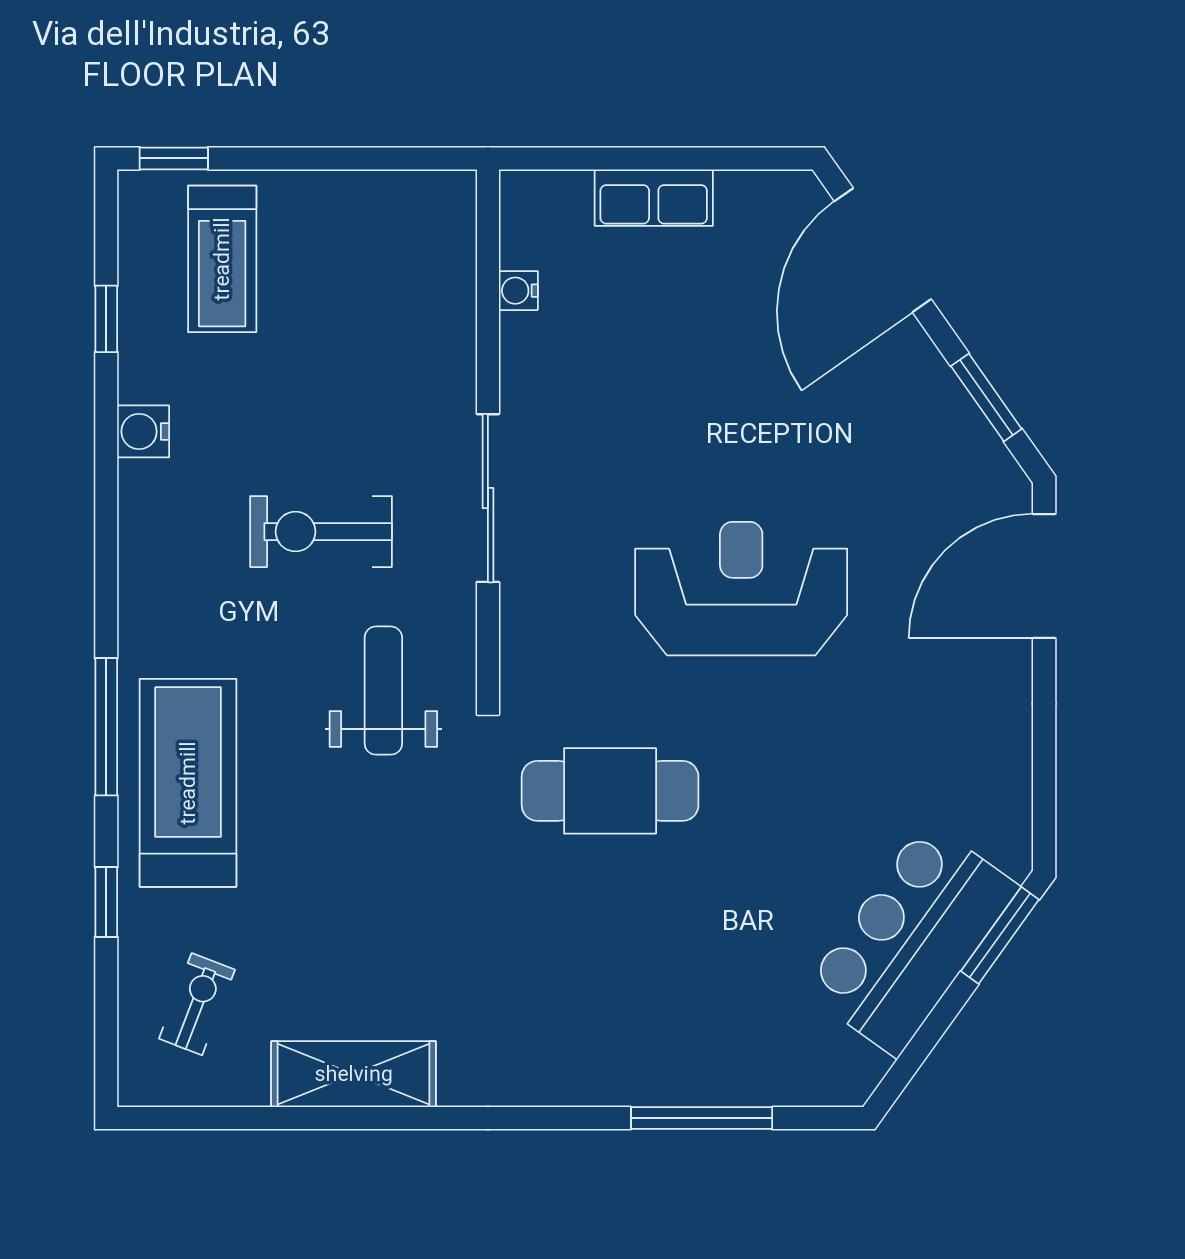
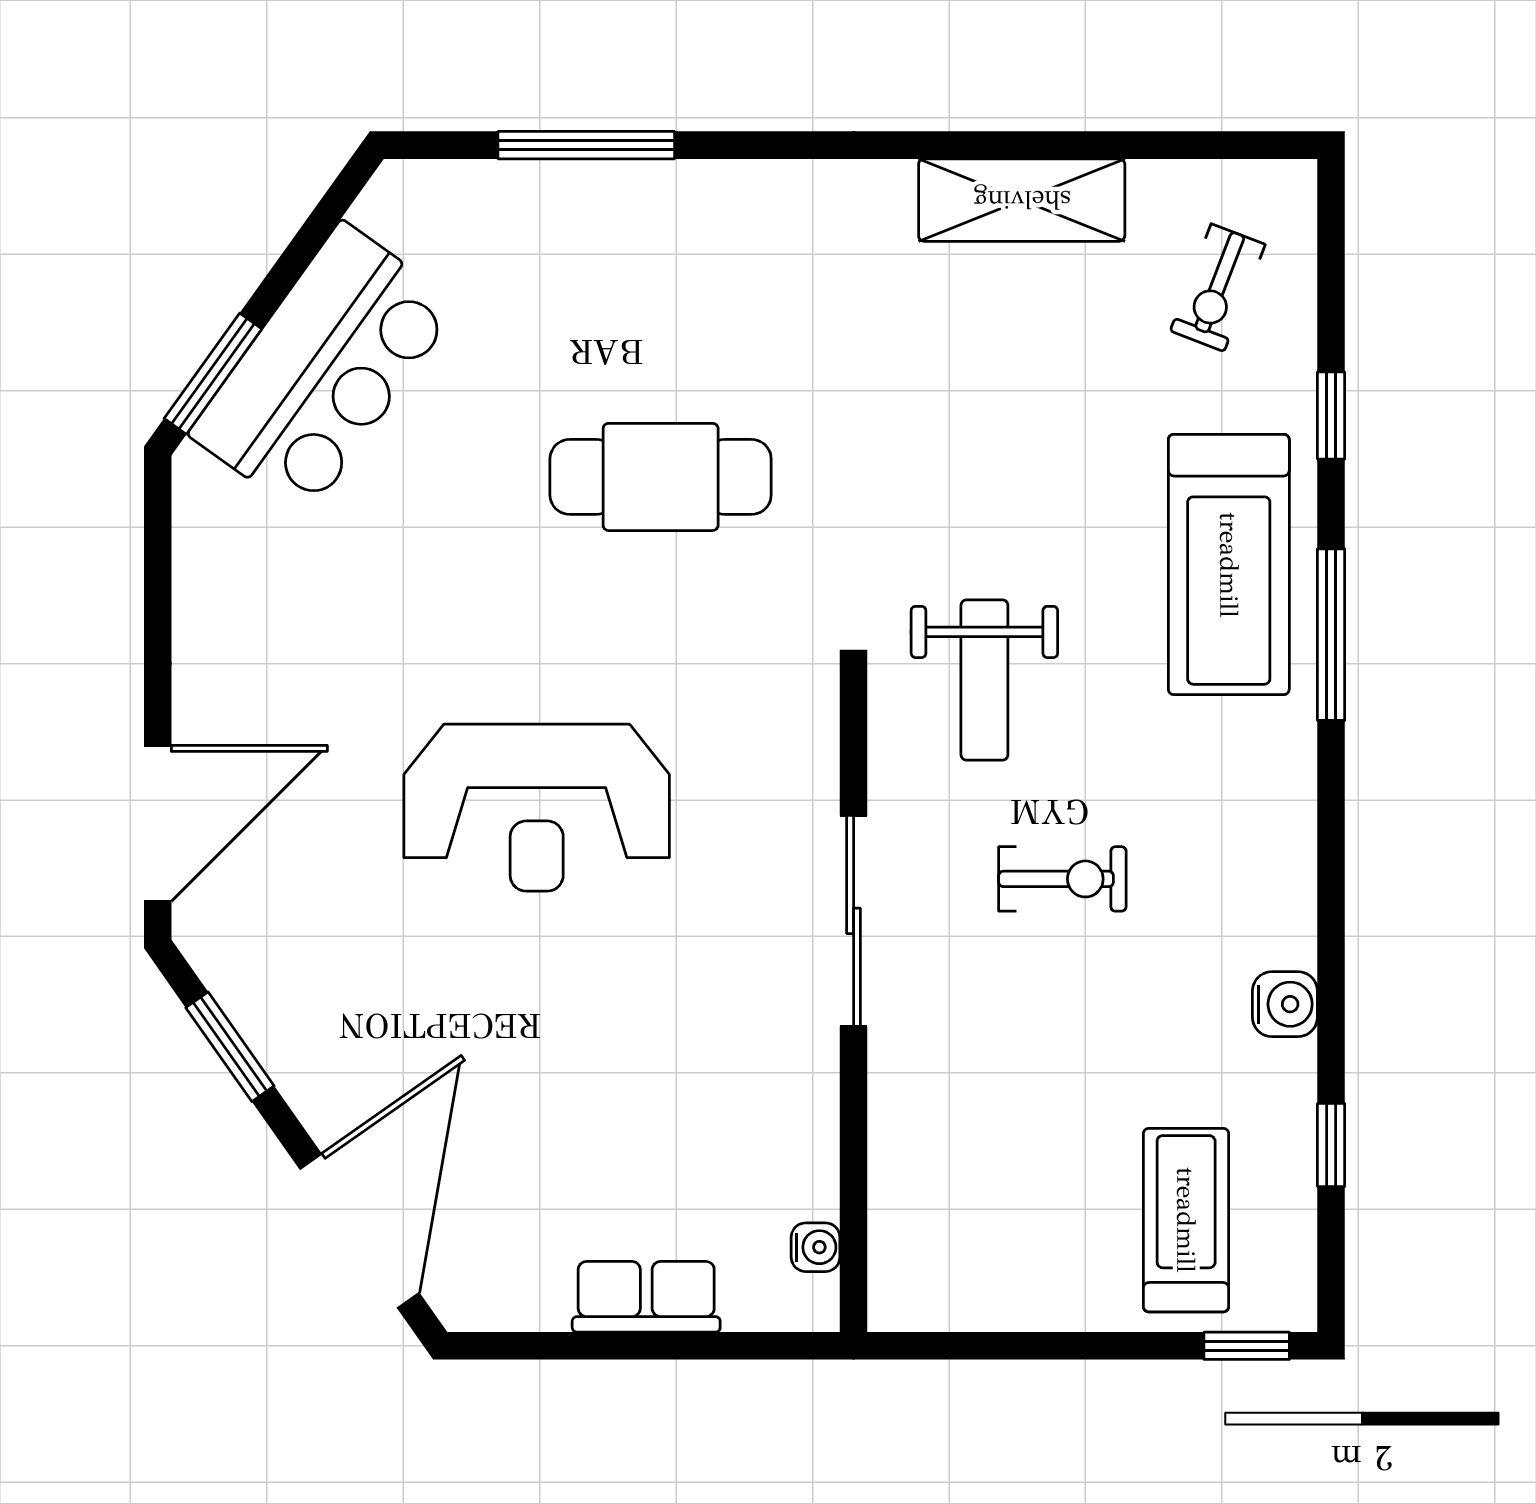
water cooler: (518, 291) -> (816, 1247), moved
exercise bike: (321, 532) -> (1062, 879), width x0.73, depth x0.72
cafe table: (610, 791) -> (661, 477), moved

